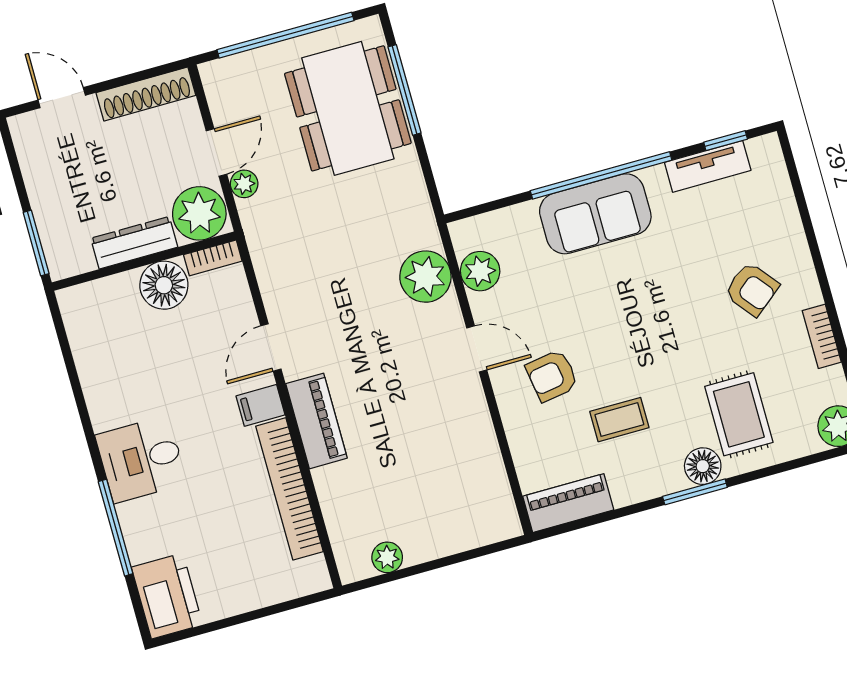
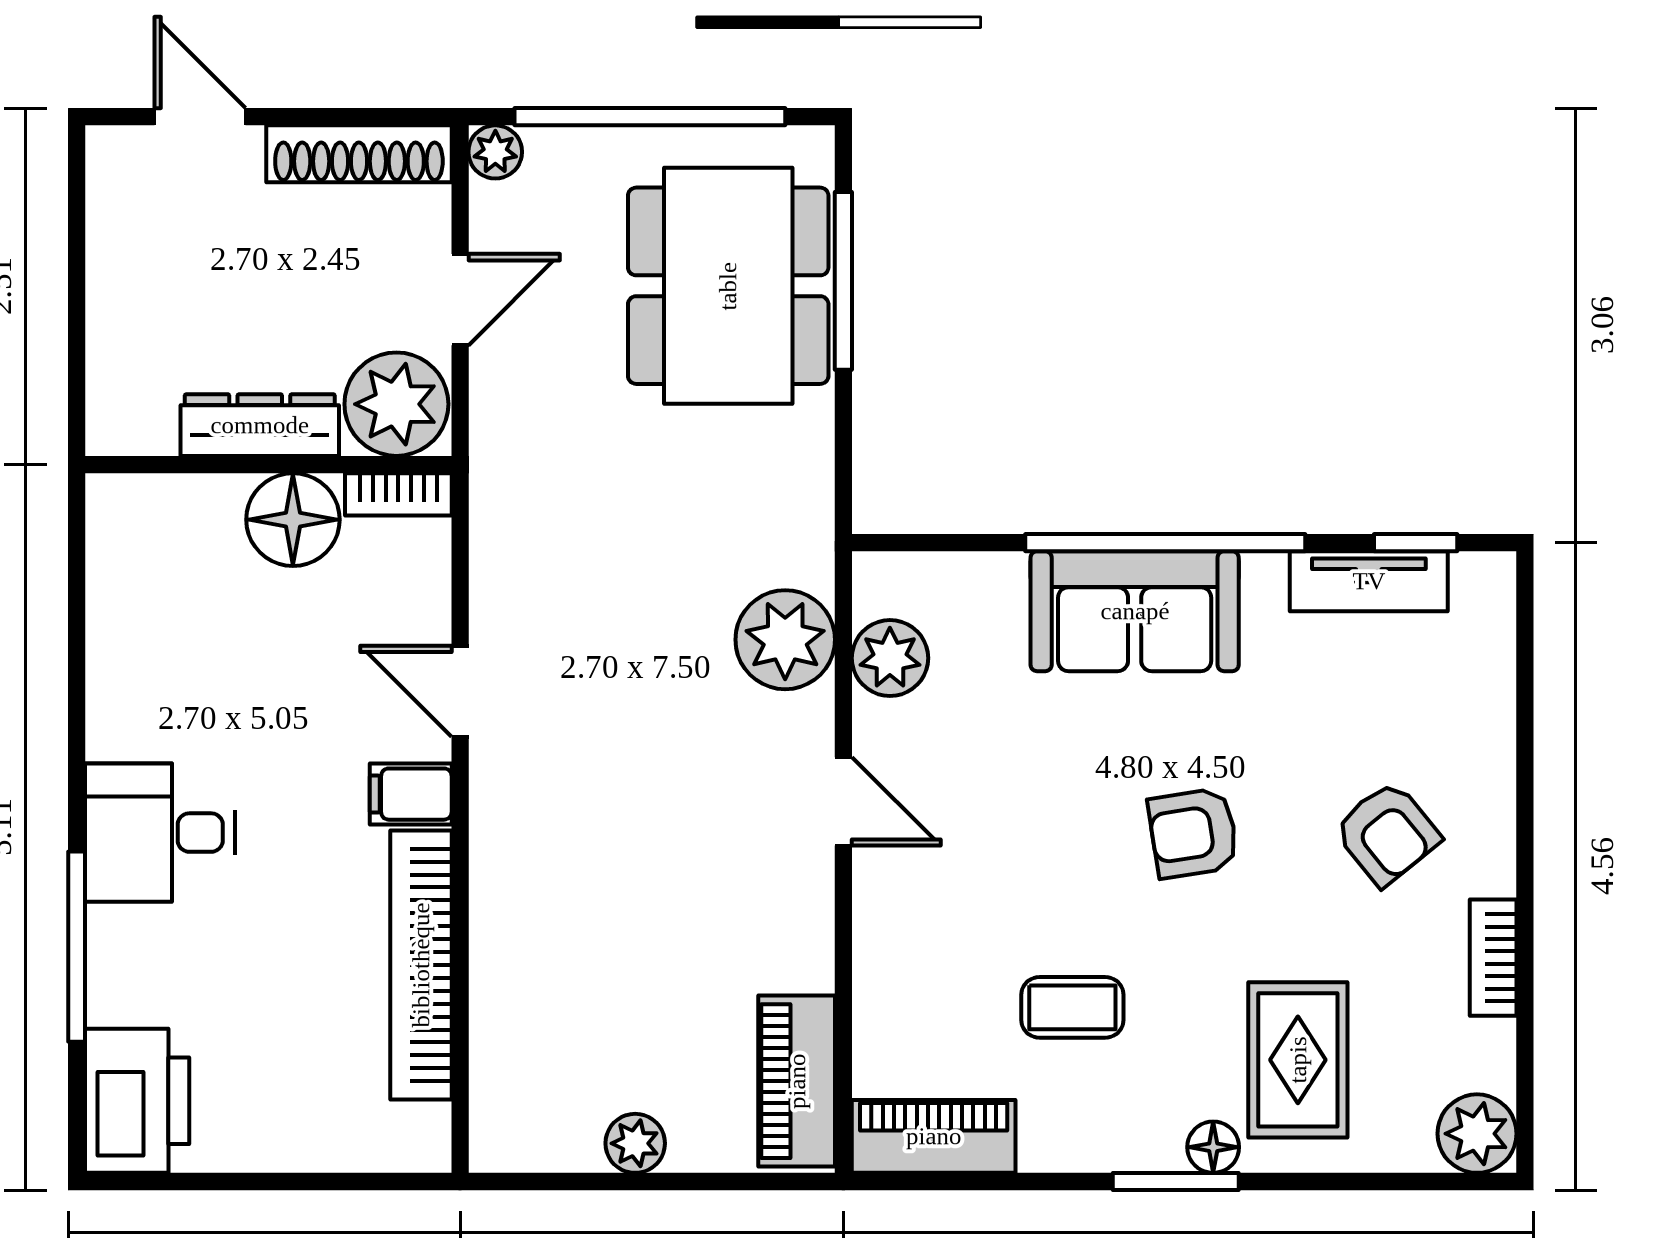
plant: (244, 184) -> (495, 152), moved
window: (36, 243) -> (77, 374), removed
door: (271, 347) -> (460, 691), hinge flipped
armchair: (552, 376) -> (1193, 833), moved
piano: (316, 421) -> (797, 1081), moved, turned 180
floor lamp: (703, 466) -> (1213, 1147), width x0.73, depth x0.73
plant: (387, 557) -> (635, 1143), moved

